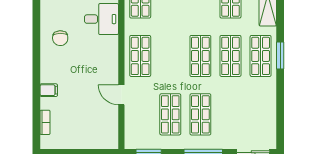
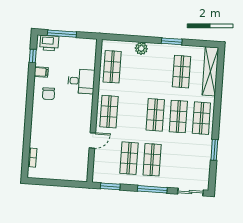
window: (280, 56) -> (214, 150), moved
filing cabinet: (49, 90) -> (41, 72), moved
door: (121, 95) -> (92, 140), swing flipped

